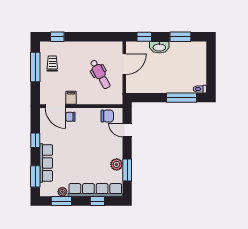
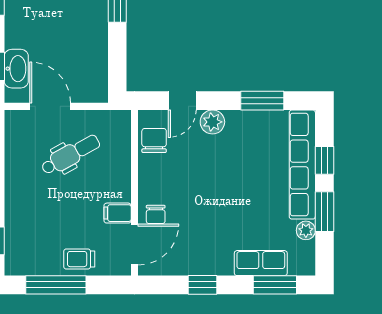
washbasin: (159, 47) -> (16, 69), moved
trolley: (52, 64) -> (79, 259), moved
row of seats: (46, 163) -> (261, 263), width x0.68
plant: (117, 164) -> (212, 122), moved
window: (61, 201) -> (324, 212), moved

